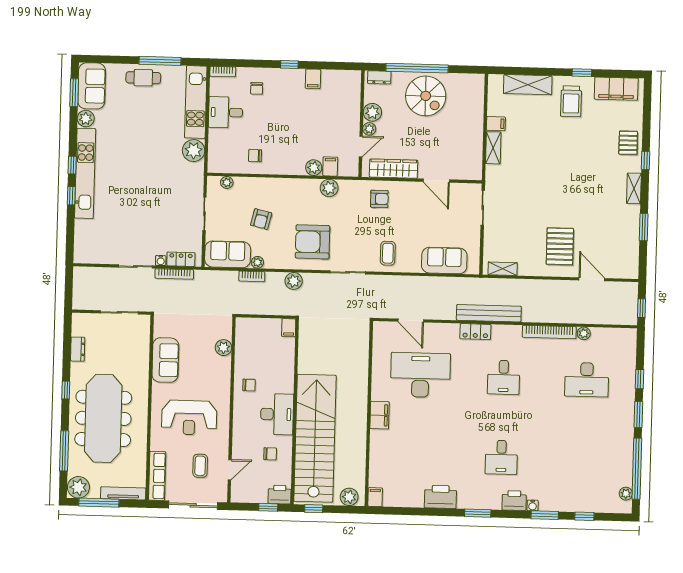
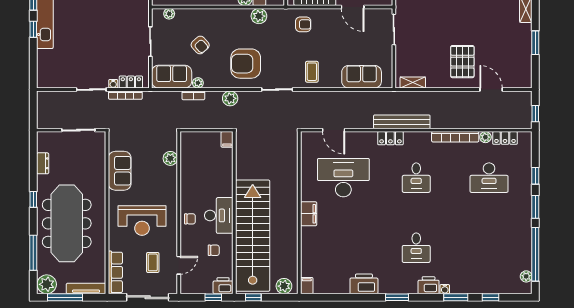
armchair: (261, 219) -> (200, 45), turned -55
locker: (606, 335) -> (505, 138), added
chair: (249, 385) -> (190, 219), moved

